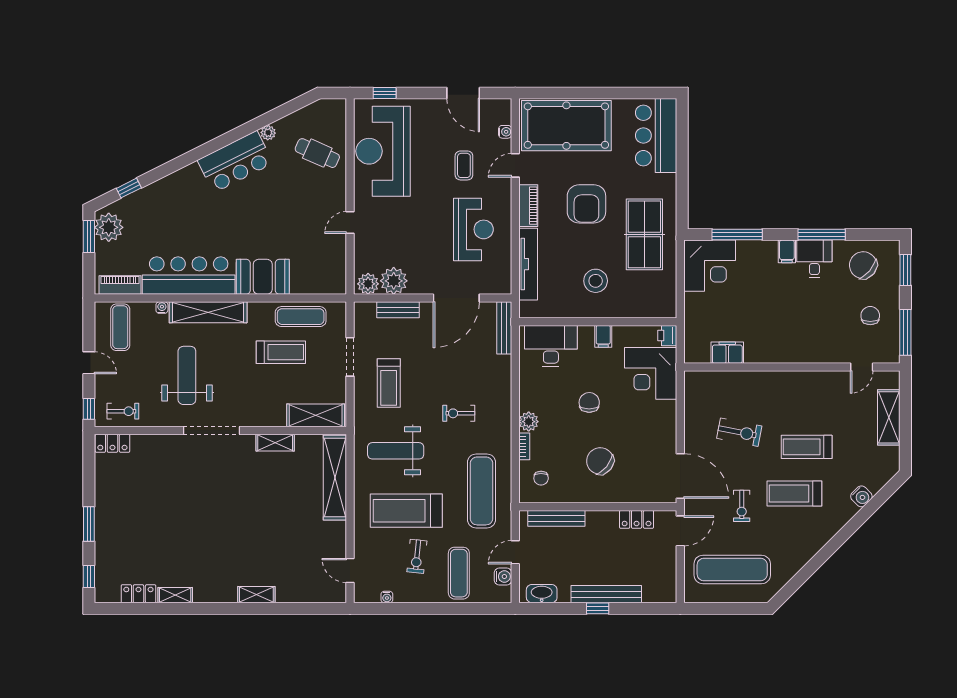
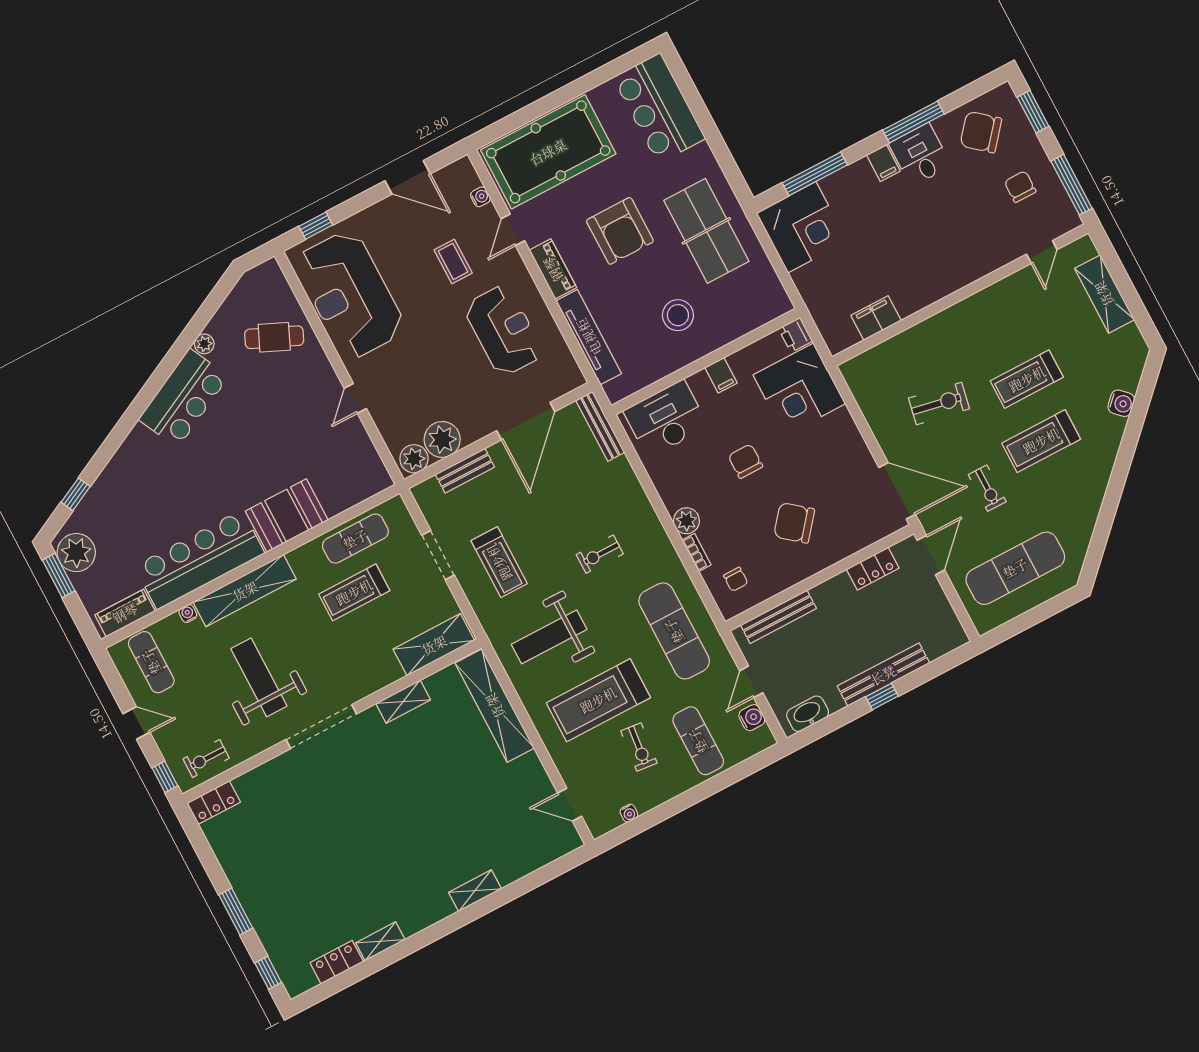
treadmill: (281, 352) -> (354, 592), turned 180
exercise bike: (123, 411) -> (206, 759), turned 180

